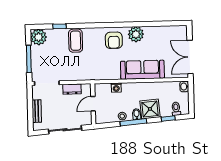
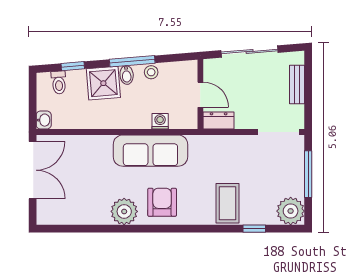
sofa: (142, 70) -> (150, 151), moved
dresser: (72, 89) -> (219, 121), moved
door: (93, 104) -> (200, 95), hinge flipped

